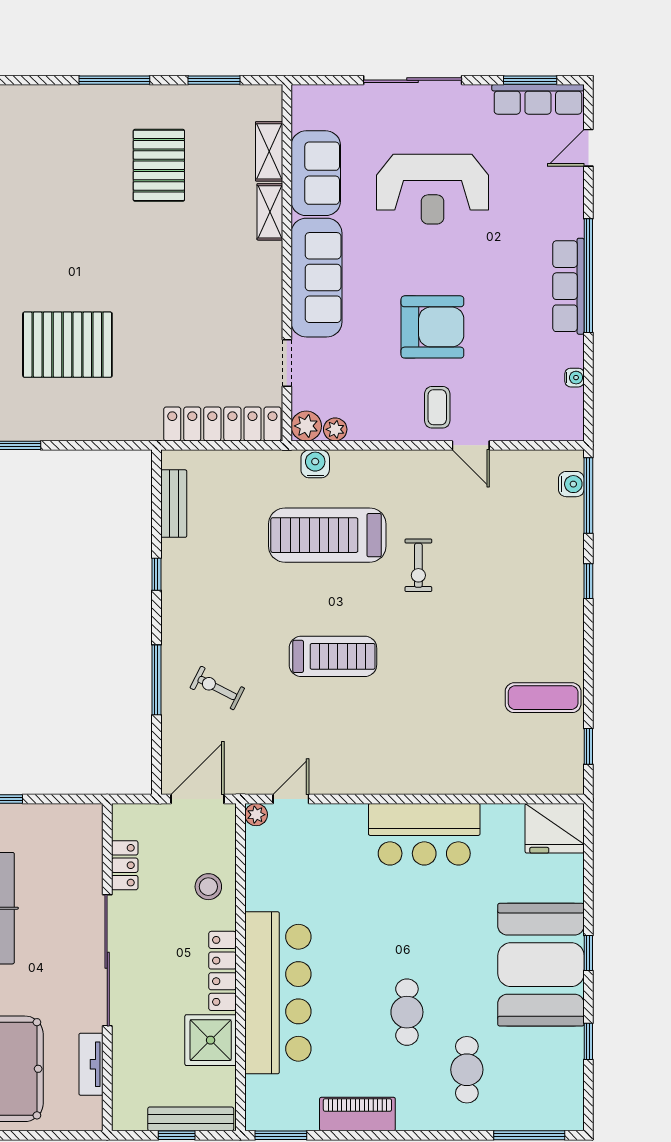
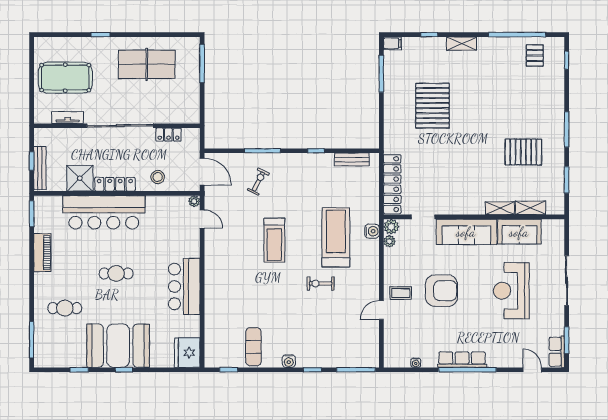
row of seats: (538, 99) -> (557, 352), width x0.68
armchair: (432, 327) -> (441, 291), turned -90
water cooler: (571, 484) -> (289, 361), moved
cafe table: (407, 1012) -> (116, 273), moved

